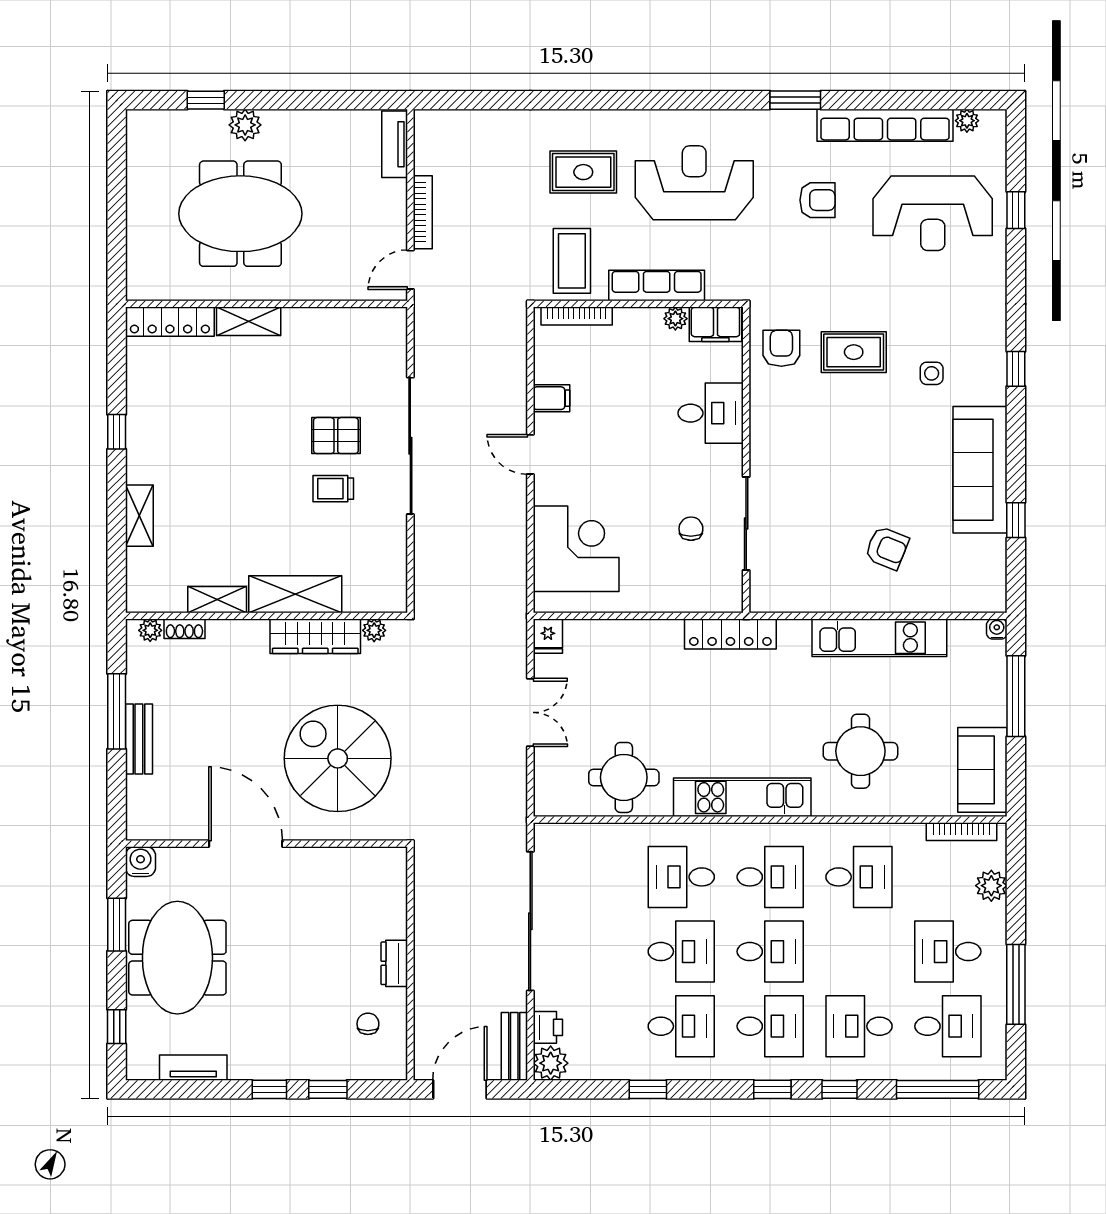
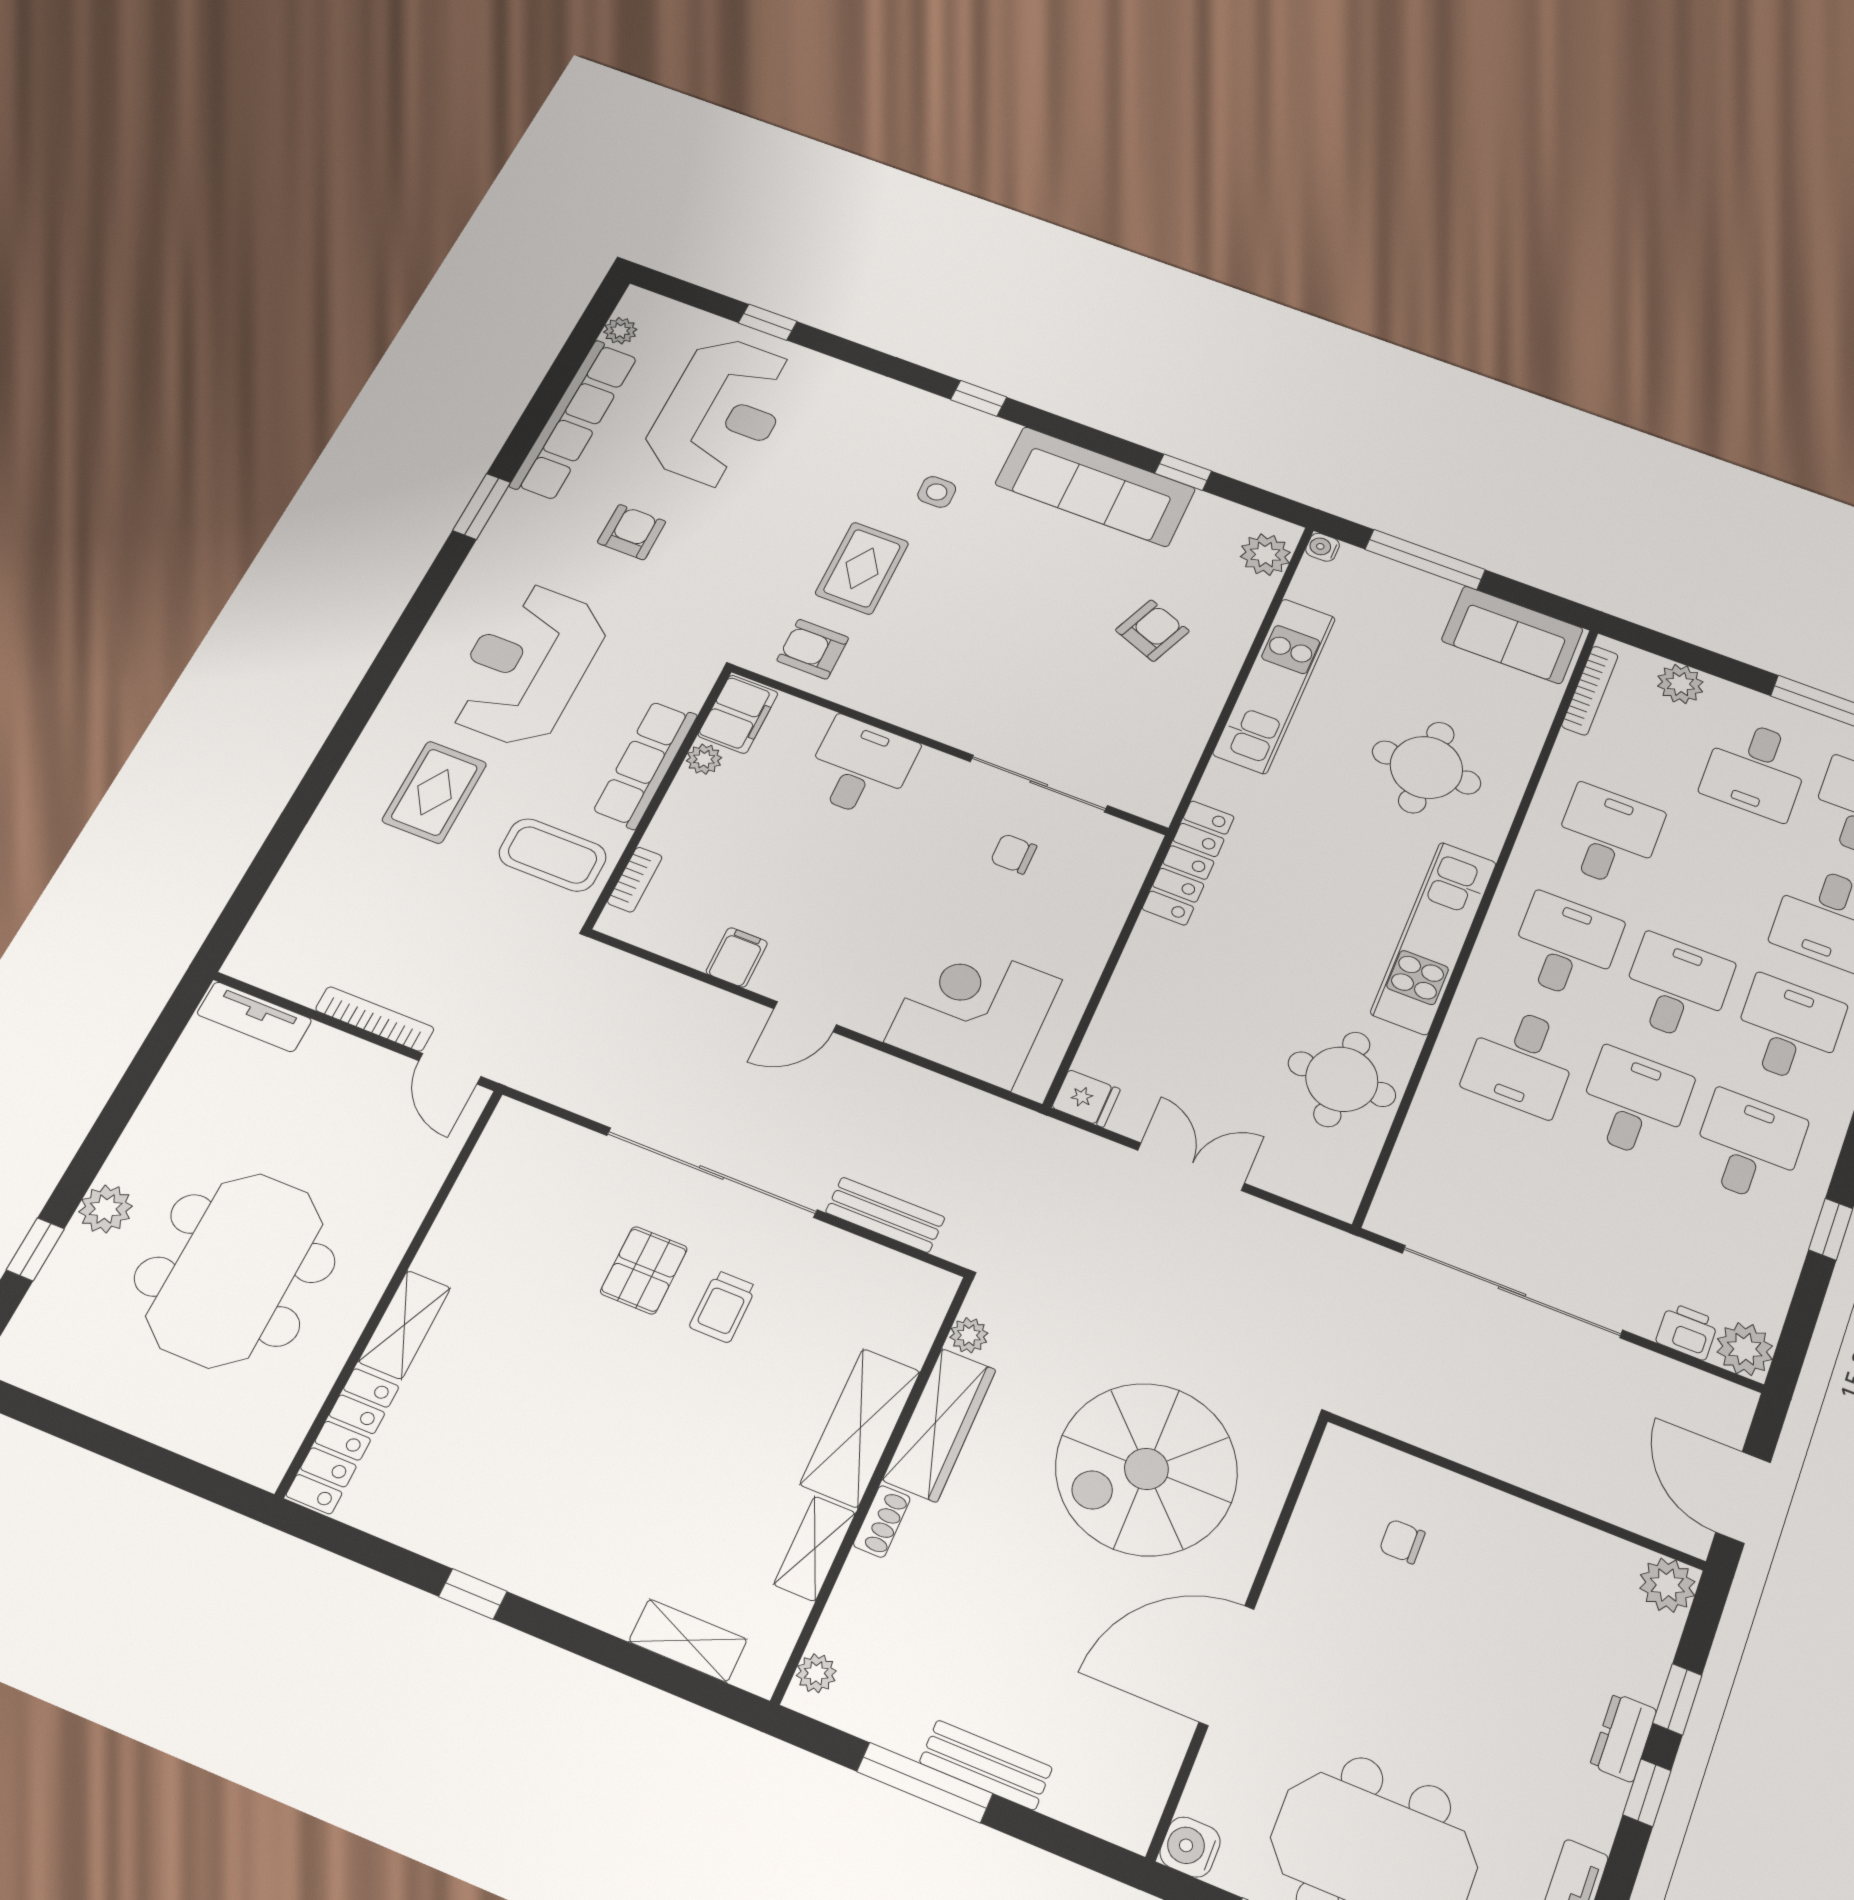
bookcase: (577, 316) -> (635, 880), width x0.64
shelving: (139, 516) -> (688, 1640), moved
plant: (975, 596) -> (1265, 555), added
shoe rack: (184, 629) -> (882, 1521), moved
dresser: (394, 963) -> (1623, 1737), moved, turned 90
chair: (368, 1024) -> (1402, 1541), moved
bench: (514, 1046) -> (885, 1215), moved
plant: (391, 1064) -> (1667, 1585), added

